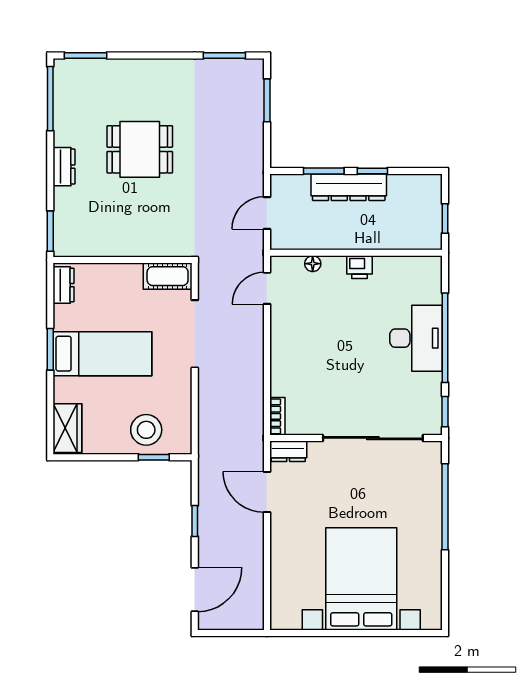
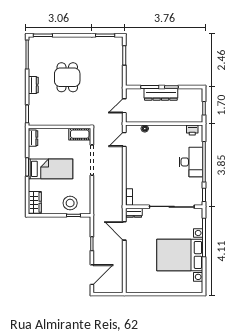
dining table: (140, 149) -> (67, 77), turned 90
printer: (359, 267) -> (192, 130), moved
bed with nightstands: (361, 579) -> (180, 255), moved, turned -90

